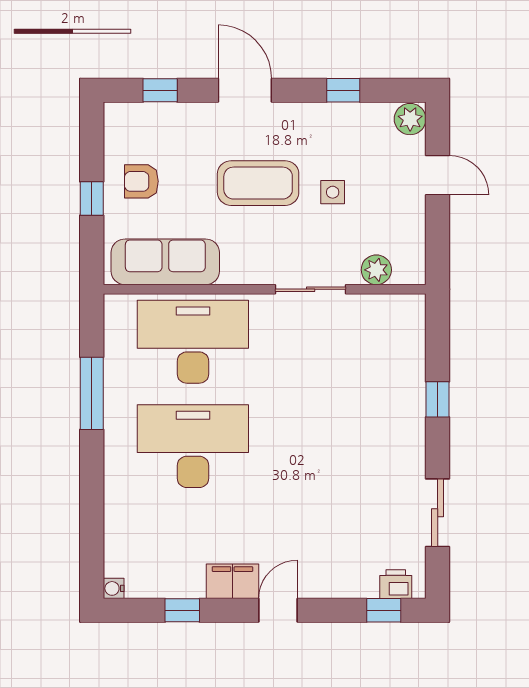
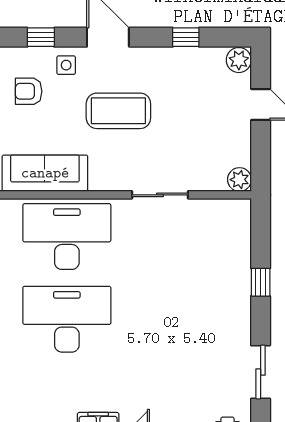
armchair: (141, 181) -> (29, 91), moved
side table: (333, 192) -> (66, 65), moved
plant: (376, 270) -> (239, 180), moved

